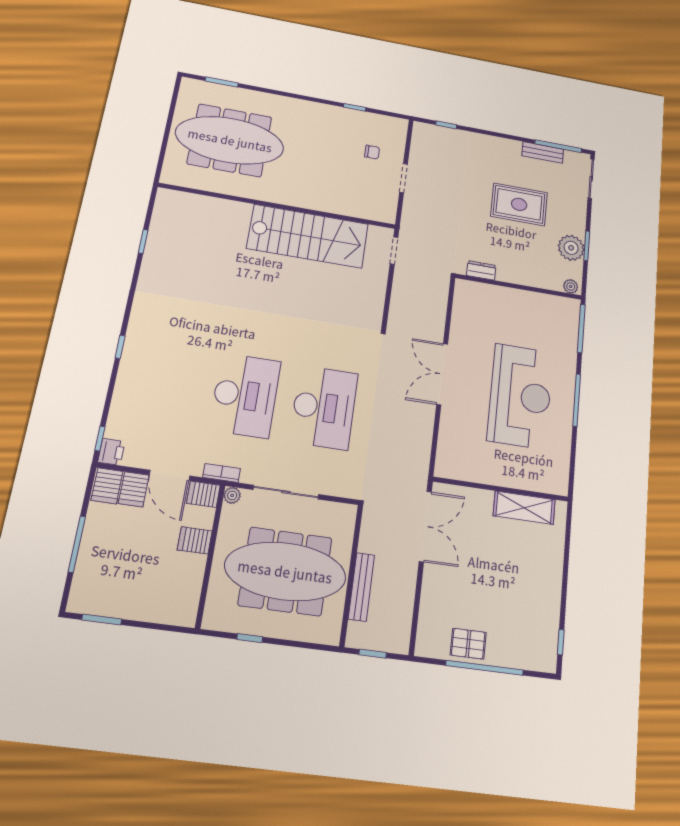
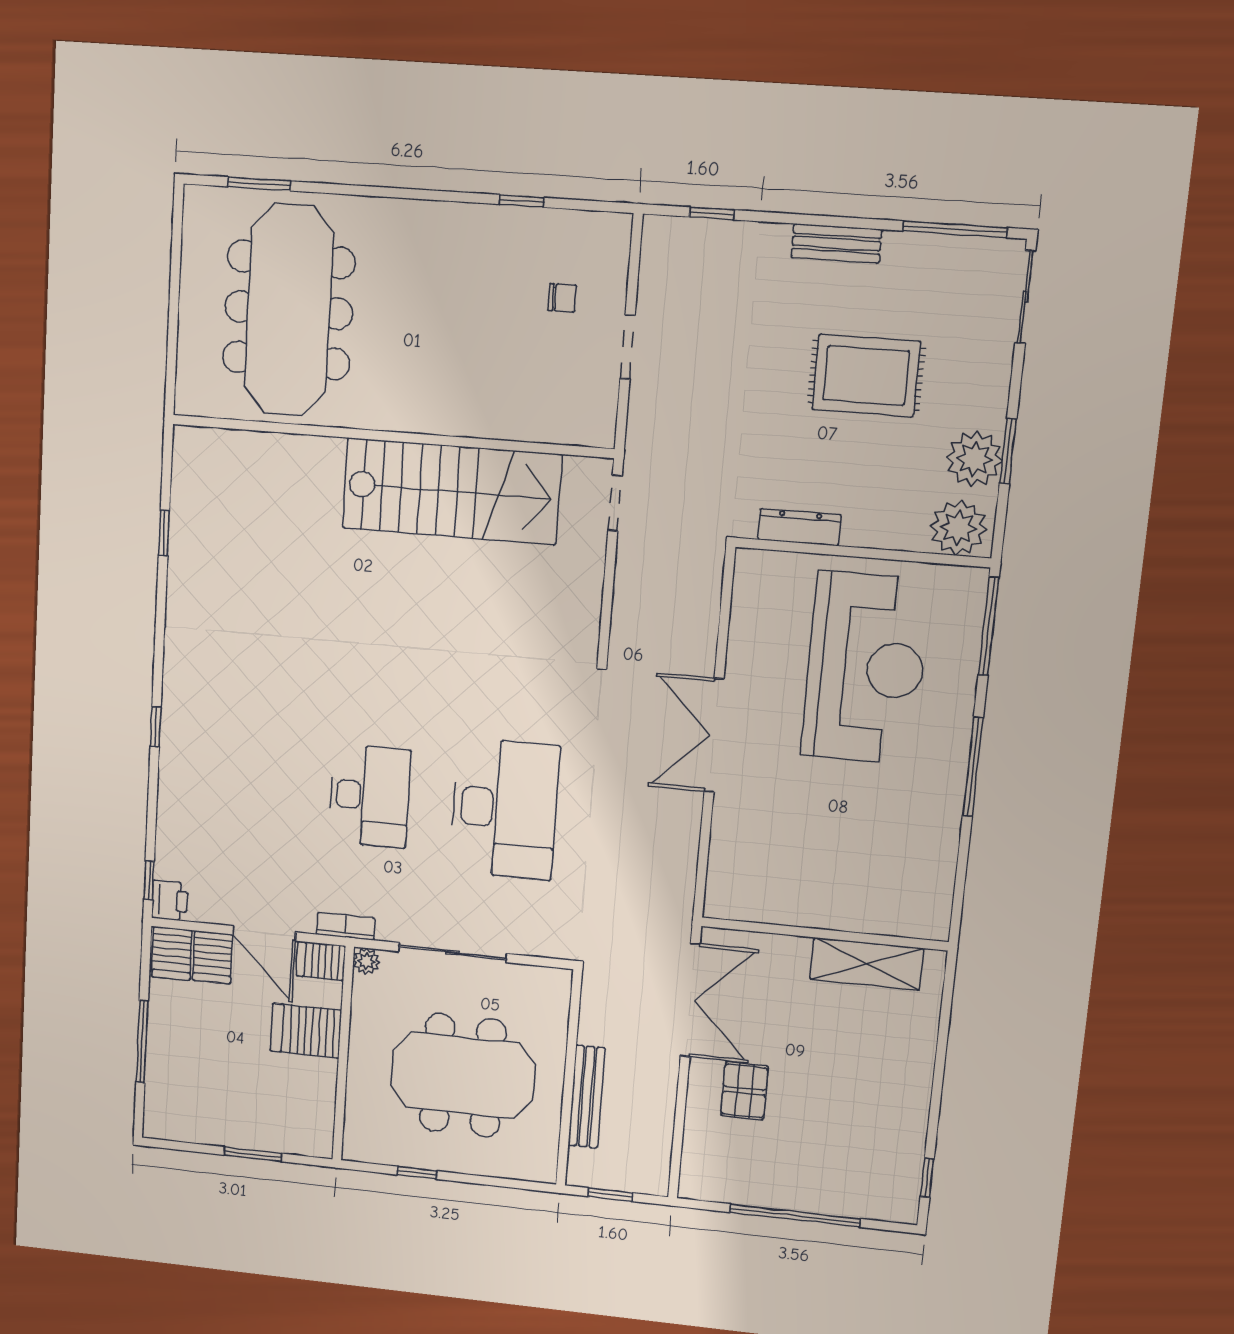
meeting table: (230, 140) -> (289, 310), turned 90
bench: (543, 152) -> (836, 244), moved
dresser: (481, 270) -> (799, 527), width x1.44
plant: (571, 286) -> (958, 528), width x1.87, depth x1.87
desk: (245, 395) -> (369, 796), width x0.73, depth x0.77
reception desk: (520, 396) -> (865, 668), moved
server rack: (195, 540) -> (306, 1031), width x1.36, depth x1.44
meeting table: (285, 571) -> (463, 1075), width x0.73
window: (102, 619) -> (253, 1154), moved
pallet: (468, 644) -> (744, 1091), moved, turned 90

